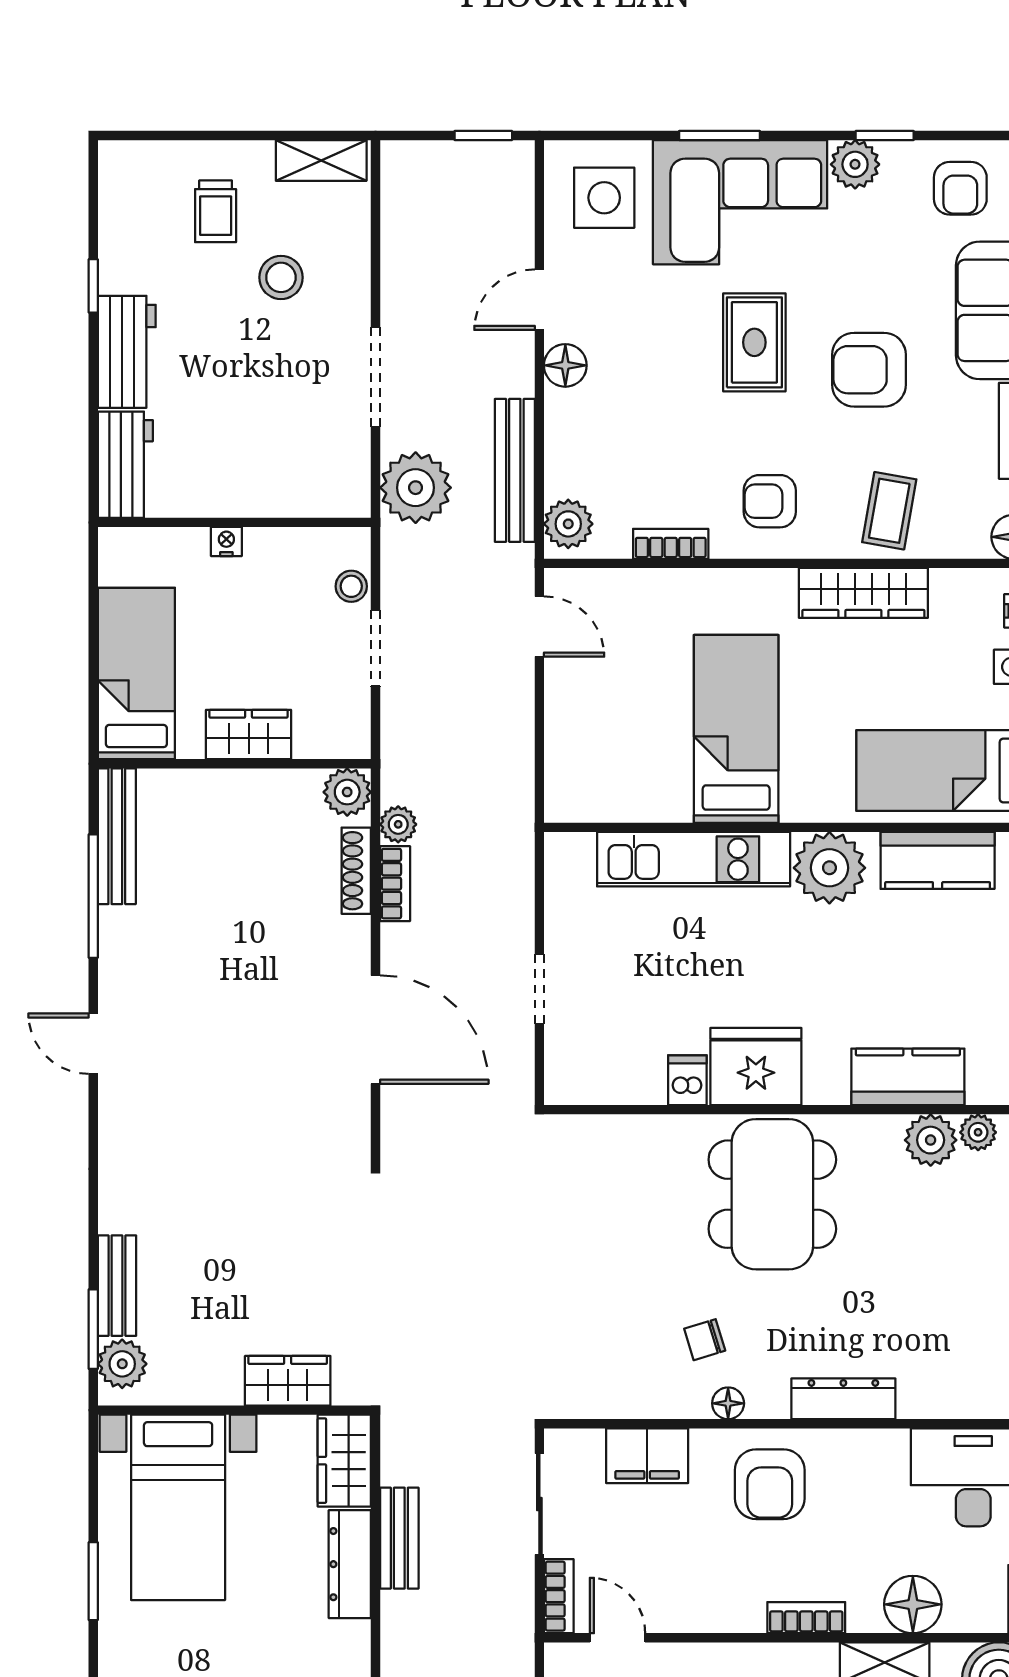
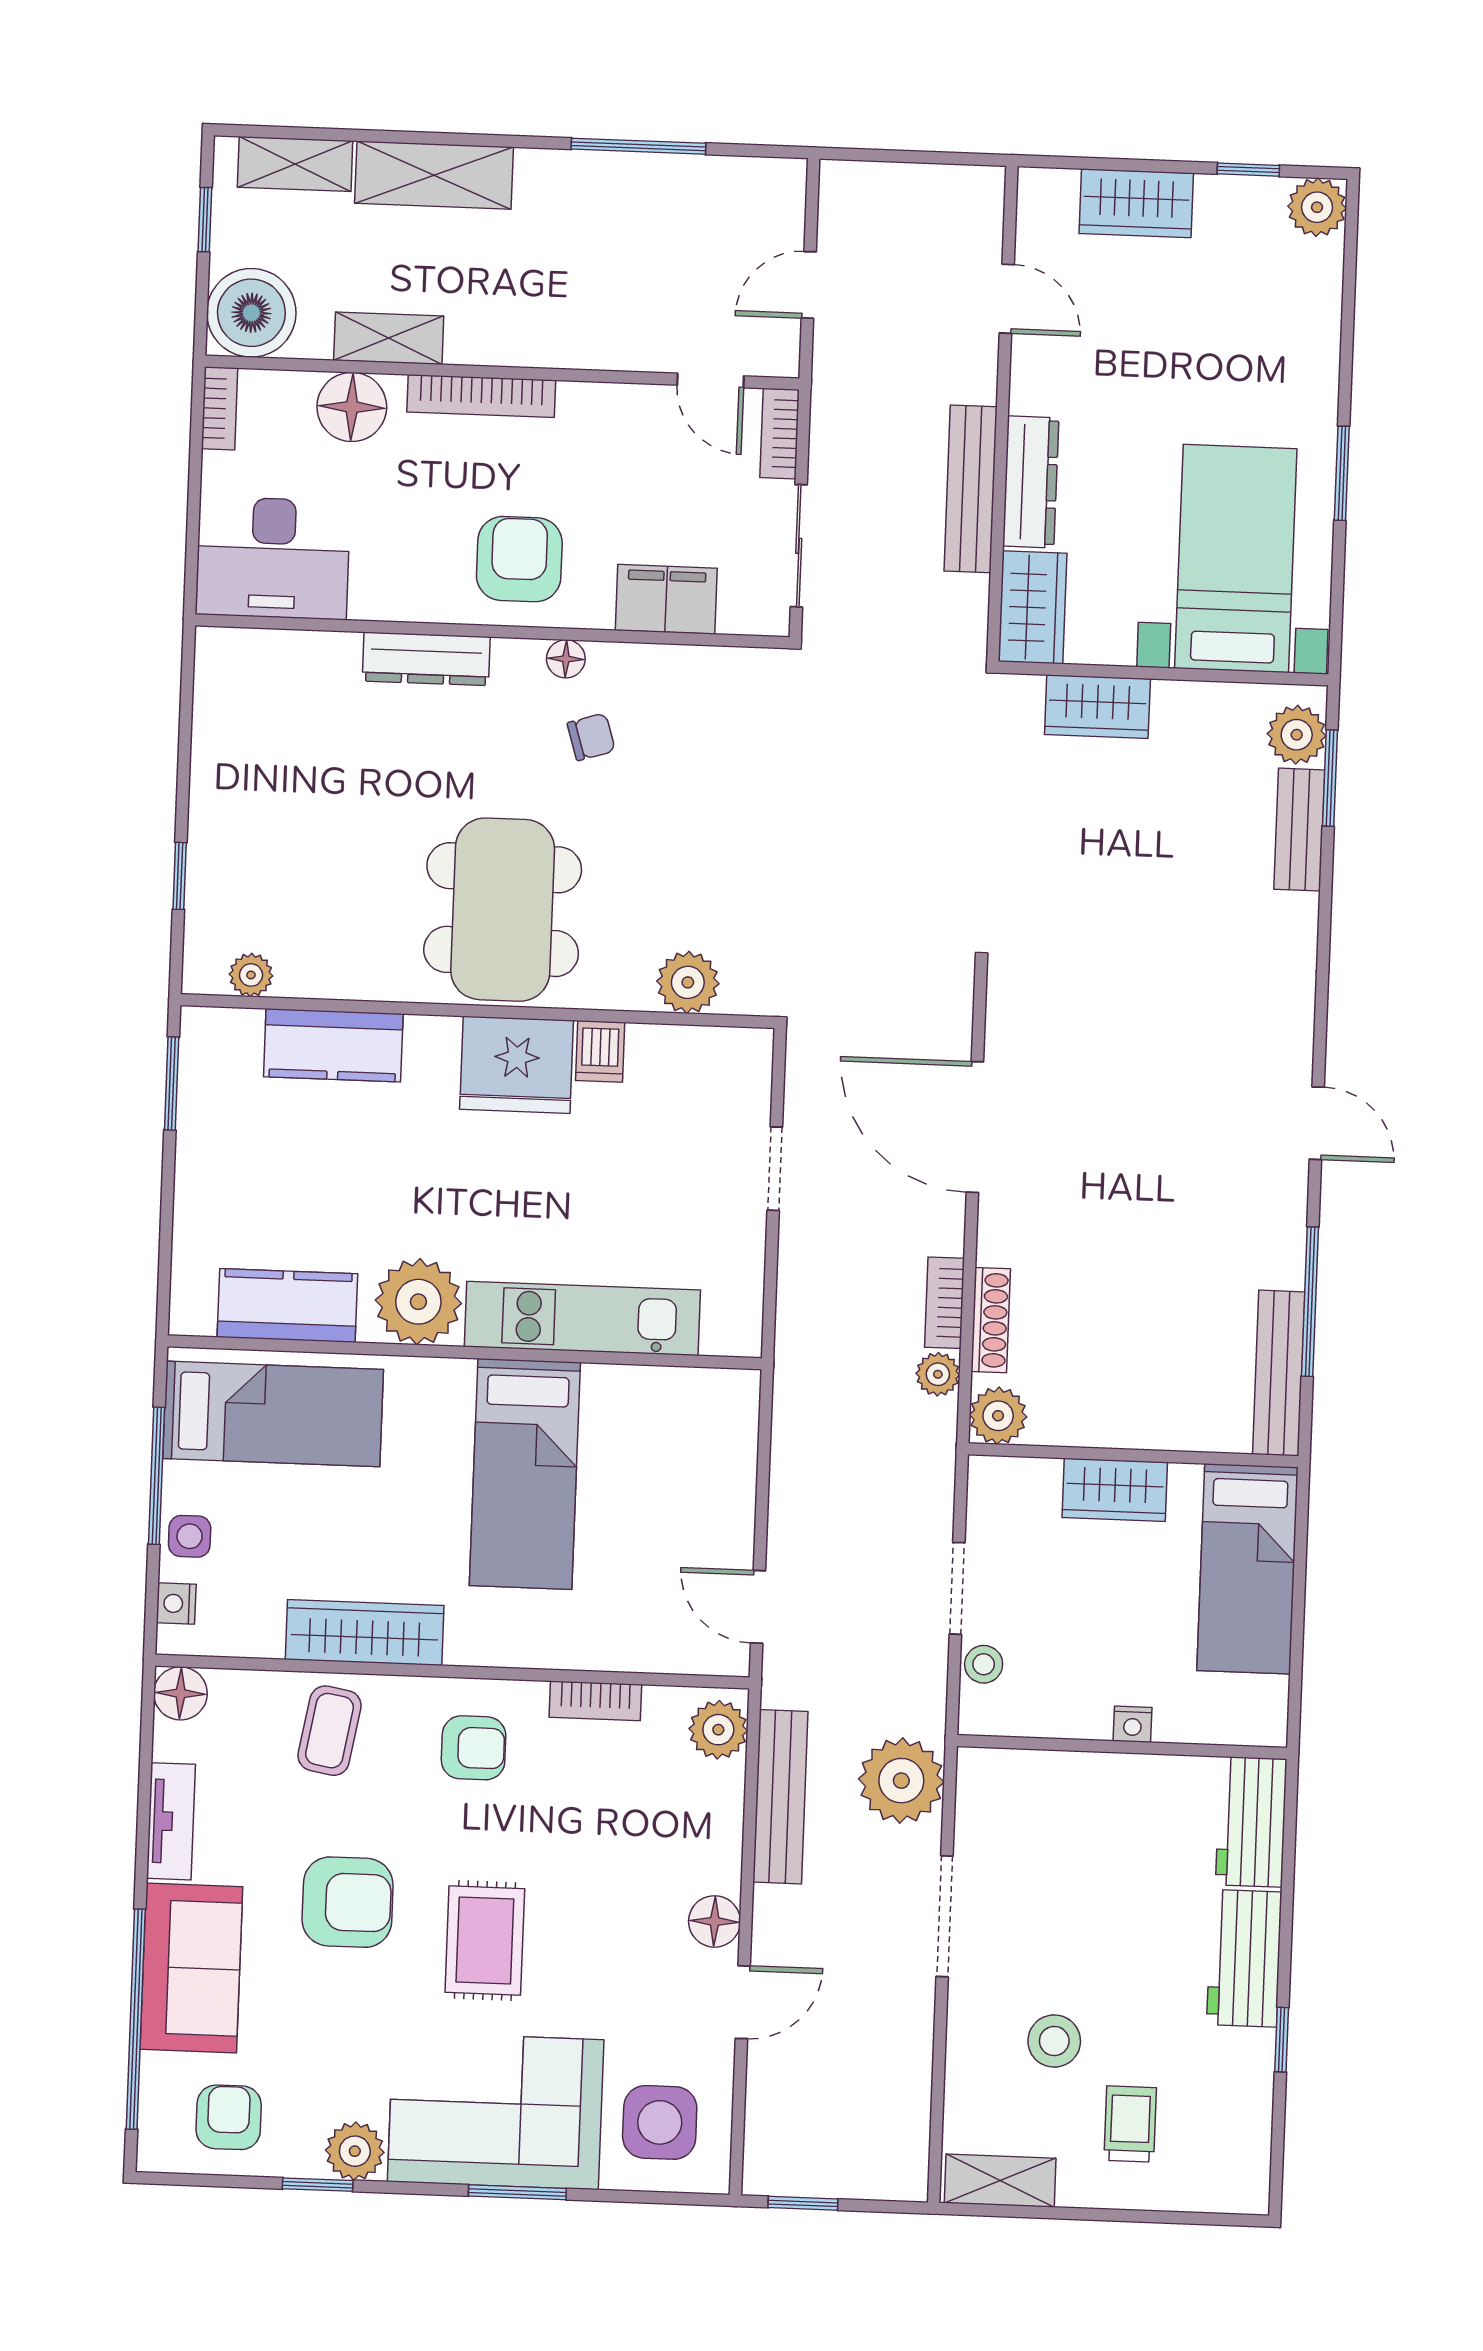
plant: (931, 1140) -> (688, 982), moved
bench: (399, 1538) -> (971, 489), width x1.36
bookcase: (806, 1618) -> (481, 396), width x1.56

